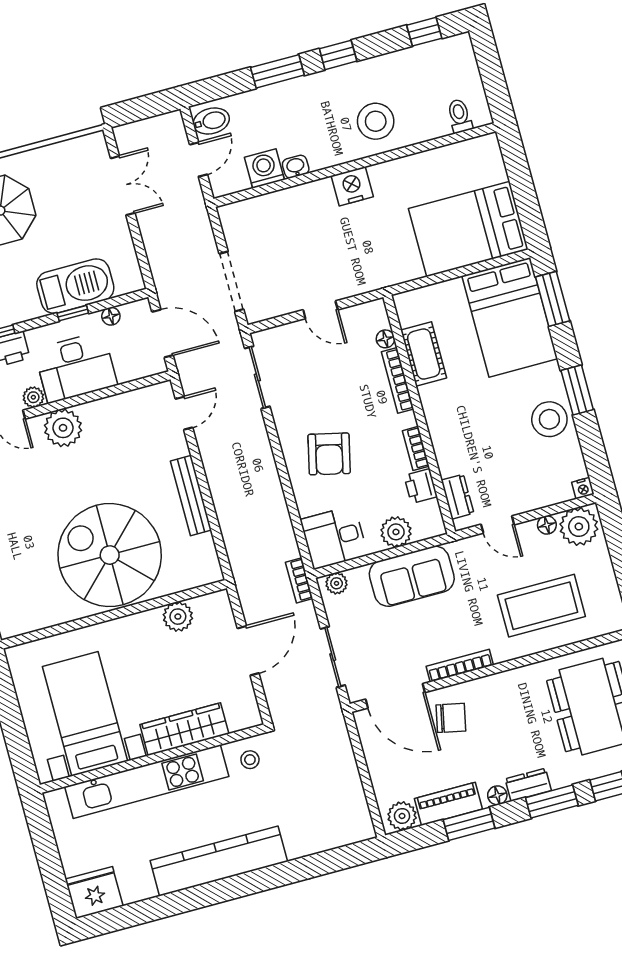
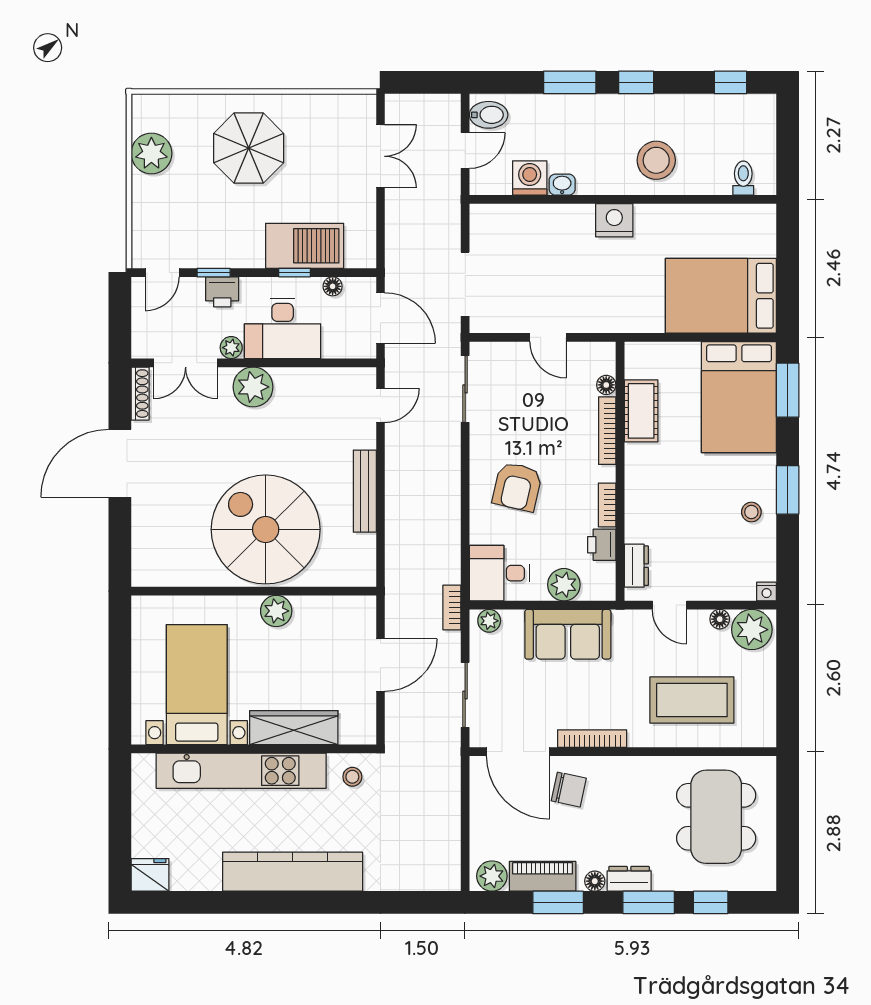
stool: (549, 419) -> (751, 512), width x0.53, depth x0.53
plant: (178, 617) -> (276, 611), moved
fridge: (94, 893) -> (150, 875), width x0.73, depth x0.75

